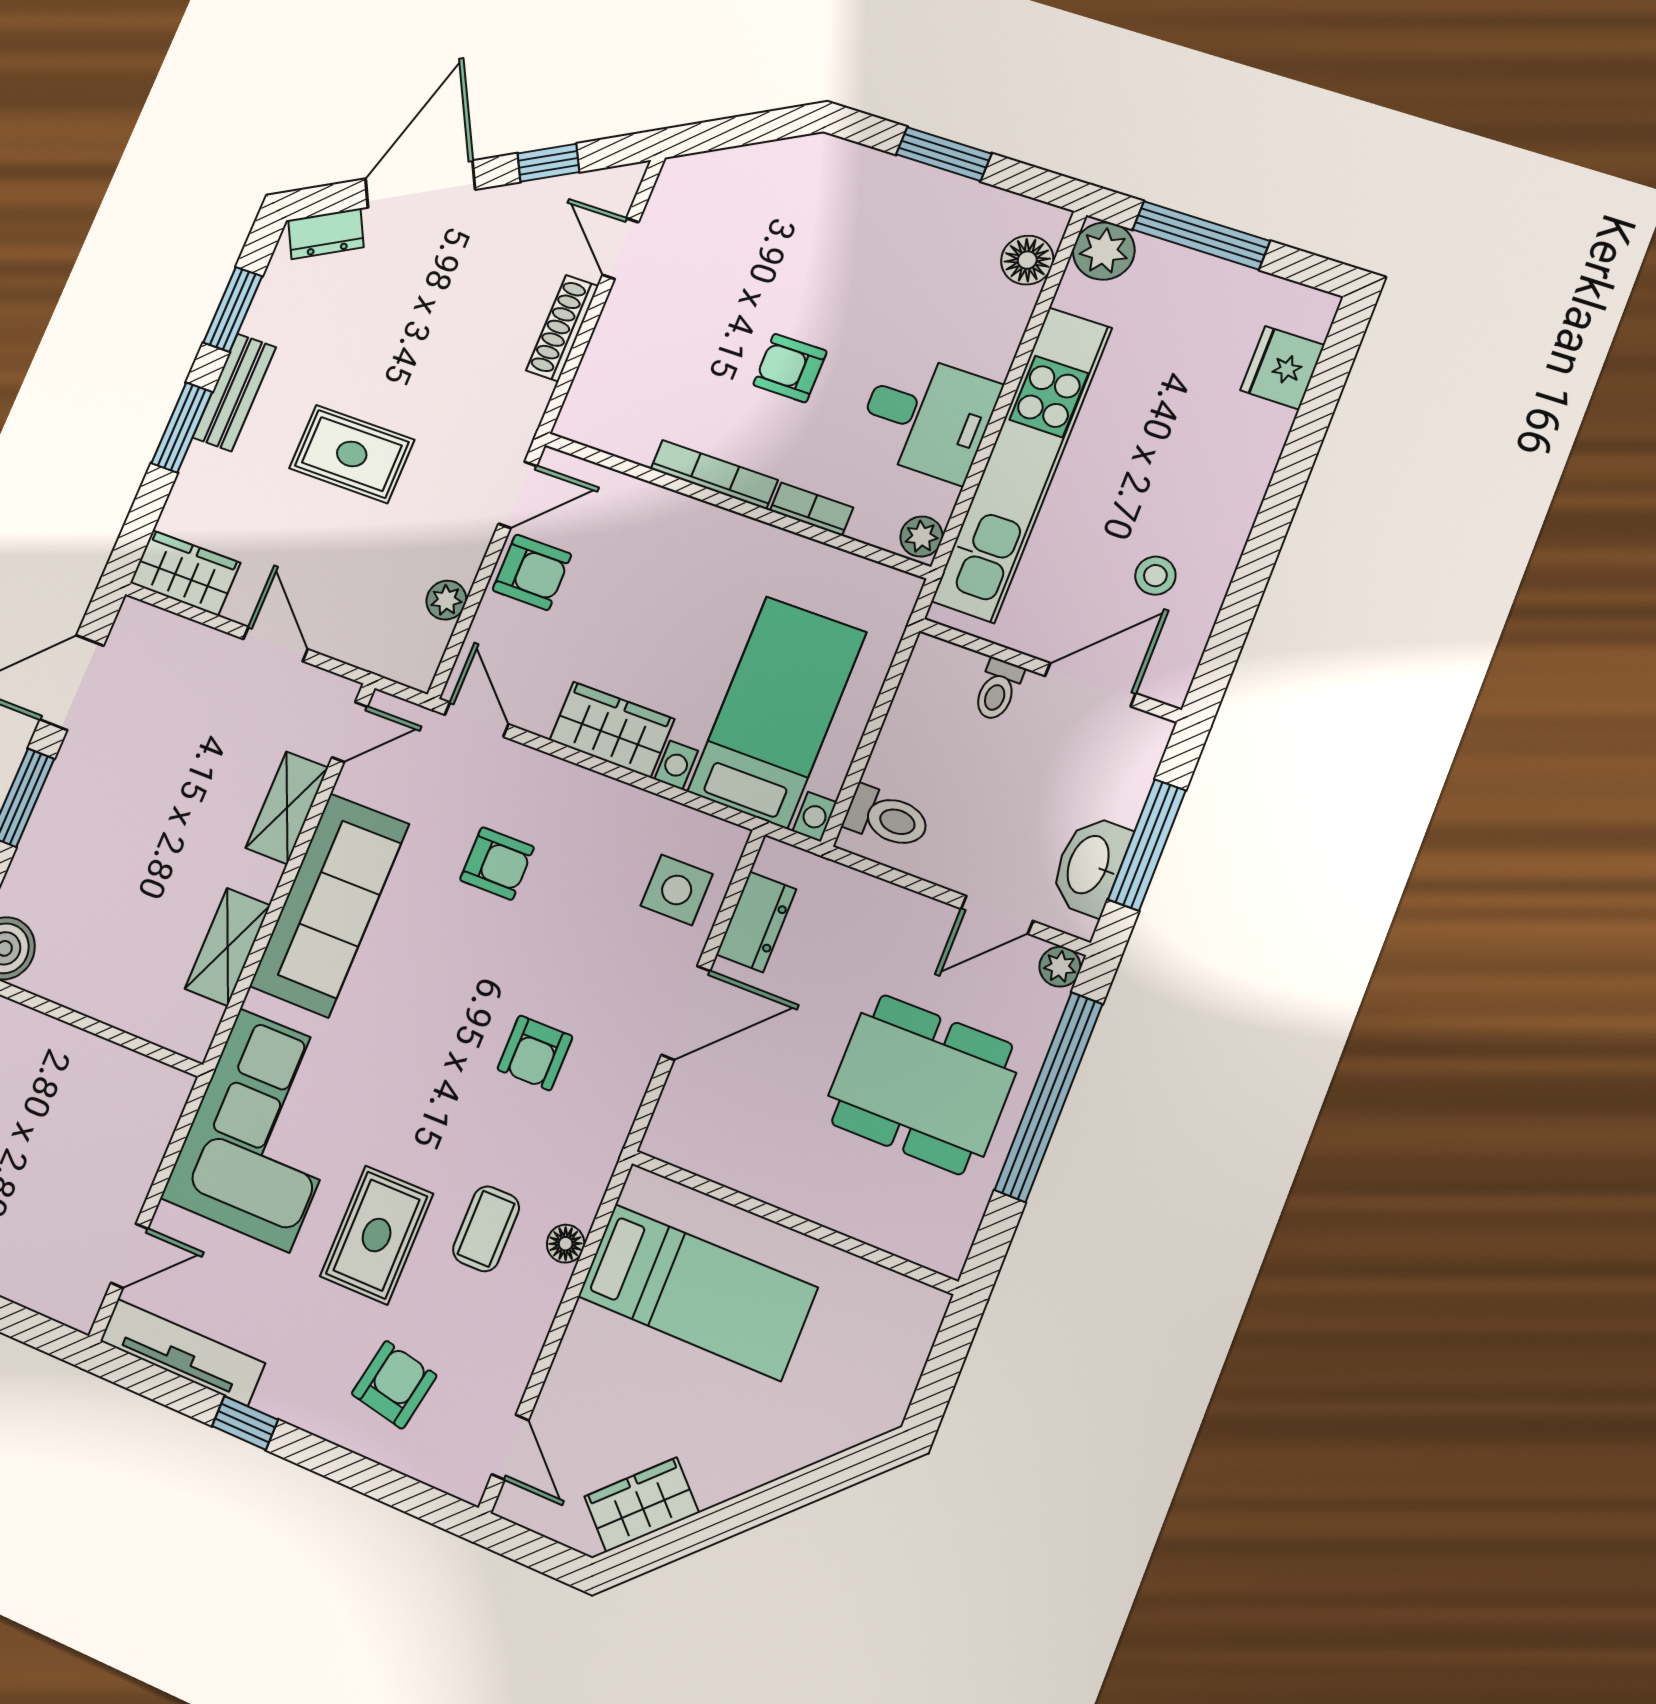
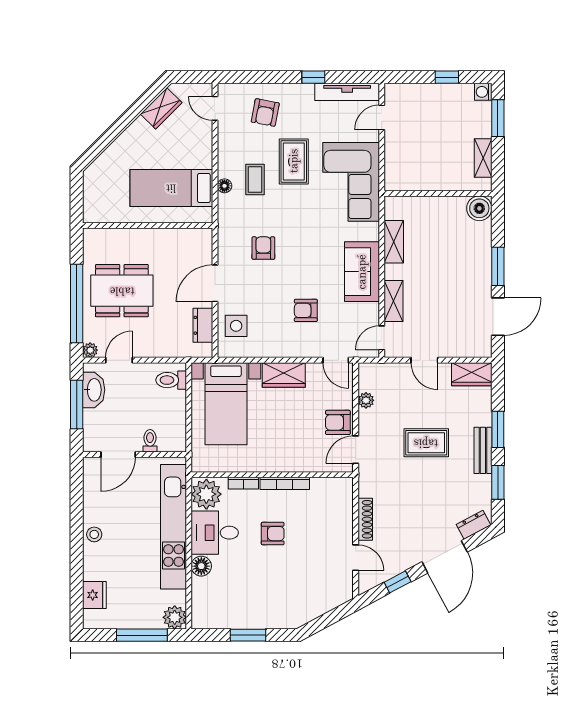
floor lamp: (1027, 260) -> (201, 566), moved
plant: (921, 537) -> (206, 494), width x1.87, depth x1.87
stool: (1155, 576) -> (94, 534), moved
sofa: (329, 905) -> (362, 272), width x0.73

